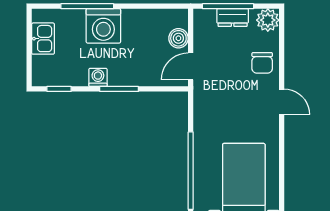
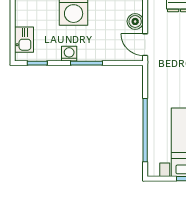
kitchen sink: (43, 39) -> (24, 40), moved
door: (191, 66) -> (145, 45), hinge flipped

